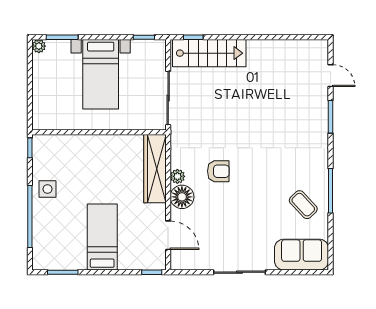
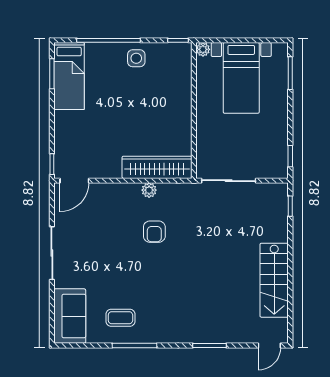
plant: (39, 46) -> (203, 49), moved
stairs: (209, 53) -> (274, 280), moved
bed with nightstands: (101, 74) -> (241, 78), moved, turned -90
door: (331, 76) -> (269, 345), moved
floor lamp: (182, 197) -> (128, 195), removed
coffee table: (303, 205) -> (120, 318), turned 43
door: (168, 235) -> (74, 181), moved
bed: (102, 237) -> (69, 76), moved, turned 90

